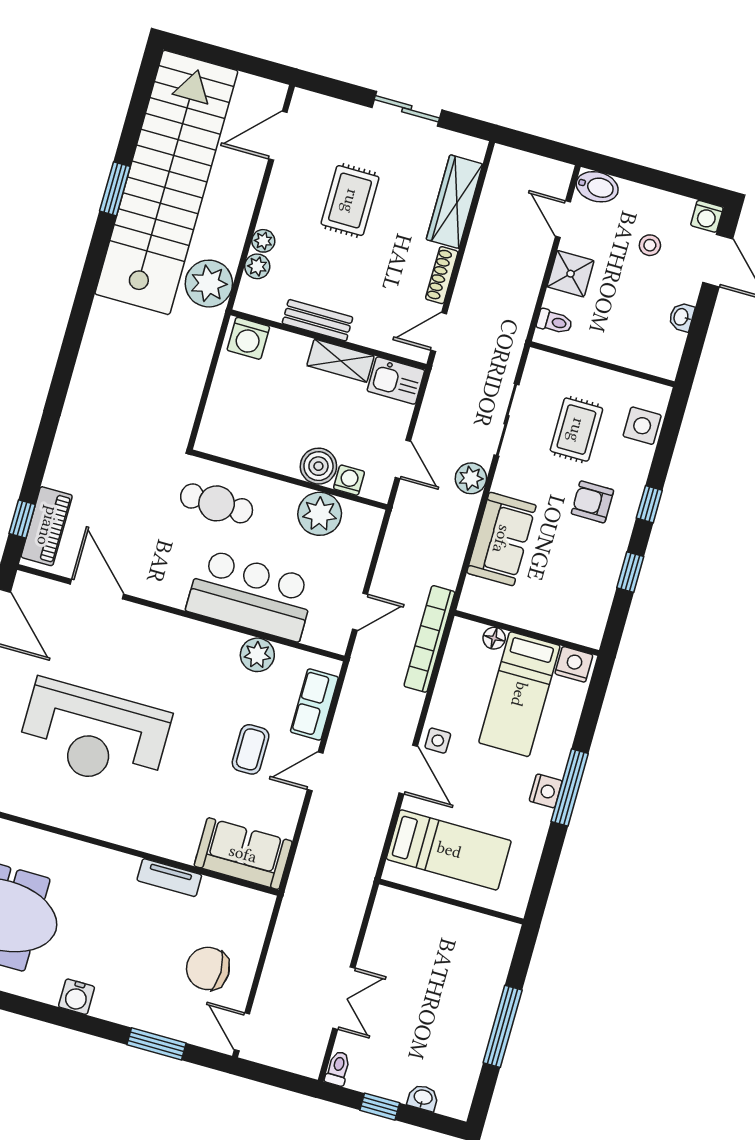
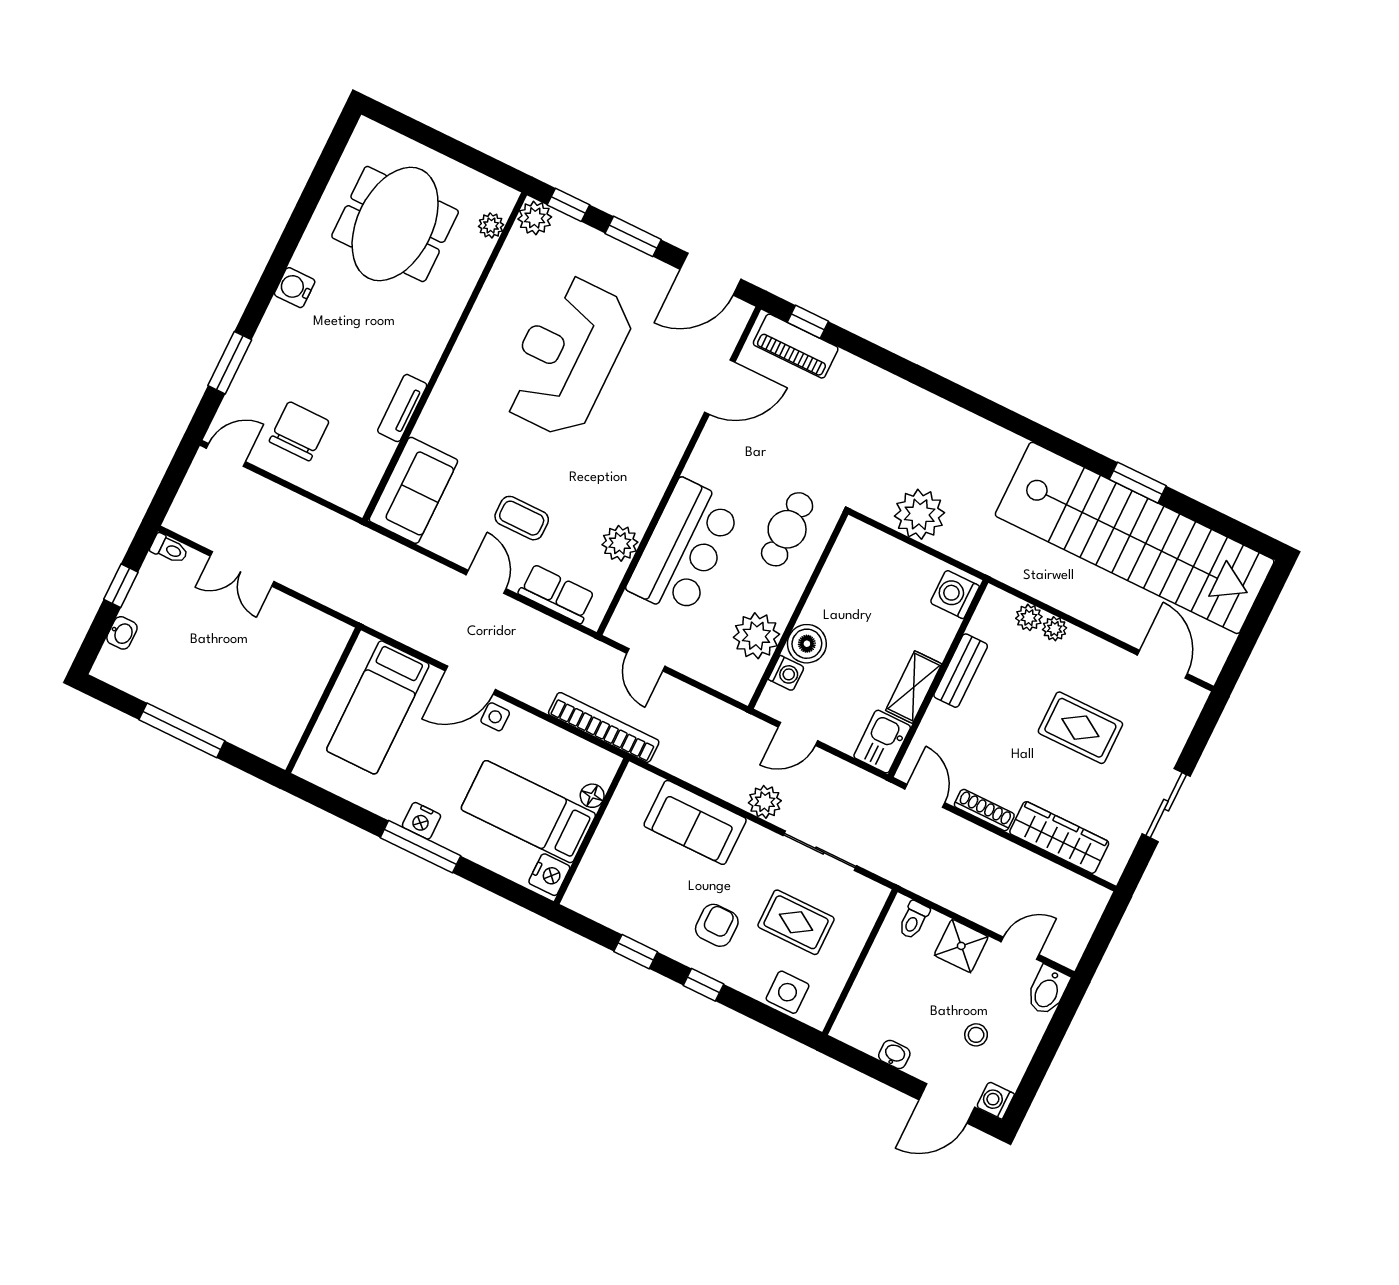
plant: (209, 284) -> (920, 514), moved

